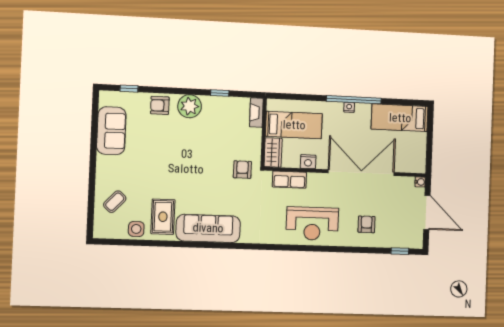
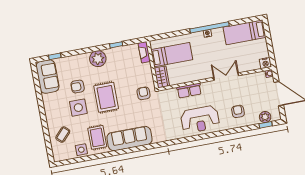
armchair: (160, 105) -> (78, 87), moved
sofa: (111, 131) -> (47, 77), moved
nightstand: (308, 162) -> (265, 63), moved
rug: (189, 163) -> (106, 97), added
side table: (146, 168) -> (78, 108), added
double door: (361, 173) -> (226, 77), width x0.54
row of seats: (289, 180) -> (189, 91), moved
plant: (401, 240) -> (265, 117), added

